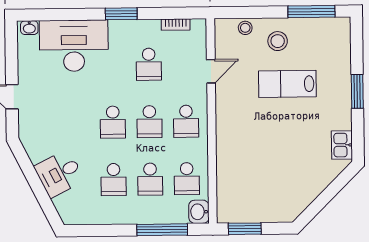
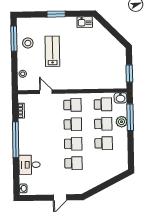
window: (121, 14) -> (16, 140), width x2.11
stool: (278, 41) -> (28, 43), moved
desk: (74, 46) -> (30, 165), width x0.53, depth x0.77
school desk: (149, 64) -> (73, 163), moved
lab bench: (287, 84) -> (52, 51), turned 180
desk: (59, 173) -> (101, 172), removed
plant: (154, 213) -> (122, 122), added

